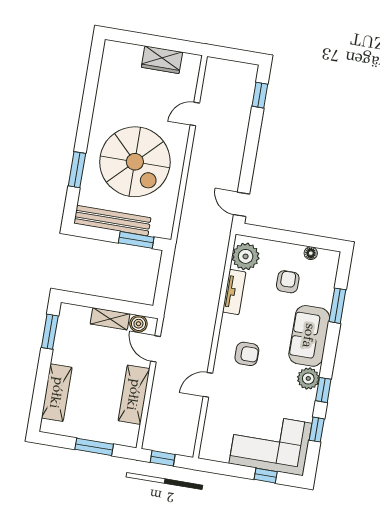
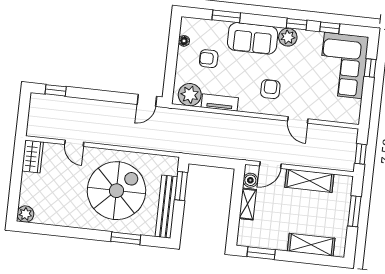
plant: (113, 50) -> (25, 214), added
wardrobe: (162, 60) -> (33, 157), moved

